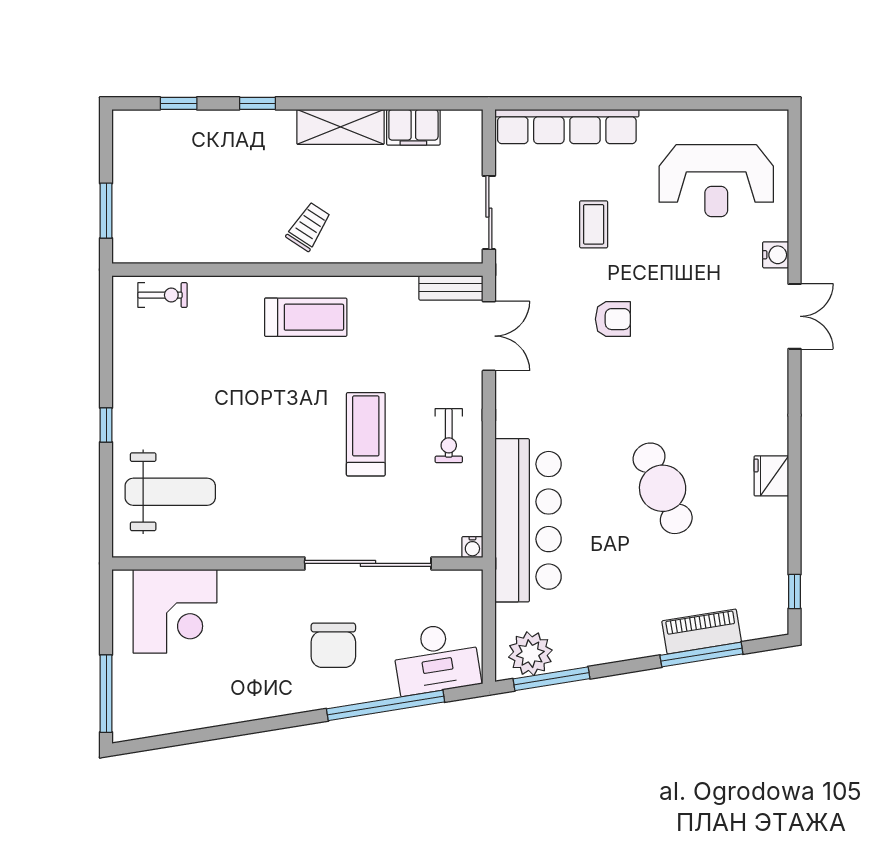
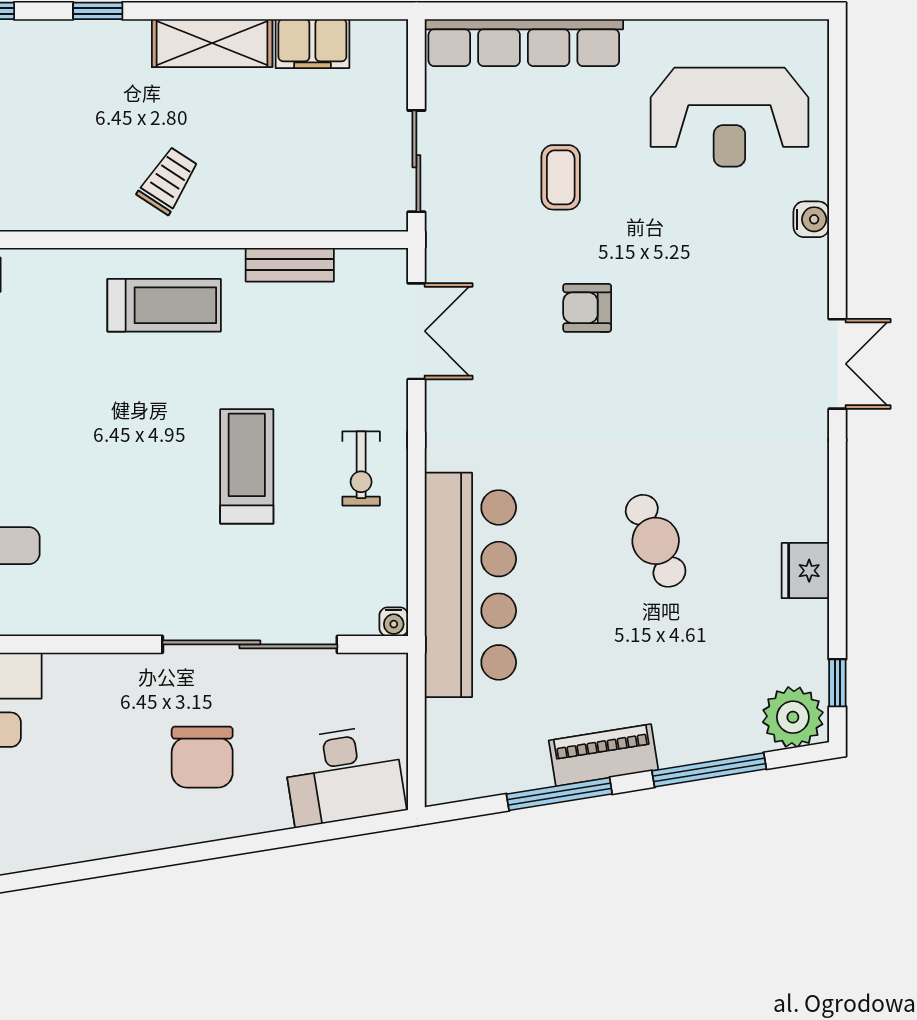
bench: (451, 288) -> (290, 265), moved
double door: (795, 316) -> (837, 364), moved
armchair: (613, 319) -> (587, 308), turned 180
fridge: (771, 476) -> (805, 571), moved
cafe table: (663, 488) -> (656, 541), width x0.73, depth x0.74
piano: (702, 631) -> (603, 755), moved
plant: (530, 654) -> (793, 717), moved
window: (551, 679) -> (559, 794), moved
window: (386, 705) -> (274, 840), removed

